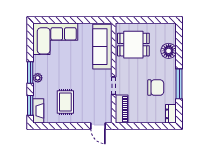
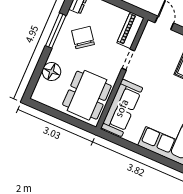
dining table: (133, 45) -> (87, 95), width x1.37
chair: (156, 88) -> (83, 38), turned 53

